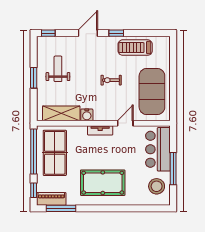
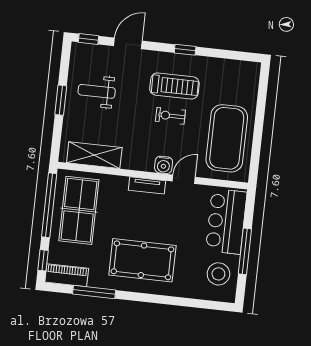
door: (88, 33) -> (128, 43), moved
treadmill: (135, 48) -> (174, 86), moved, turned 180
weight bench: (58, 69) -> (97, 91), turned -90
water cooler: (87, 115) -> (164, 165), moved
window: (61, 208) -> (94, 292), moved

